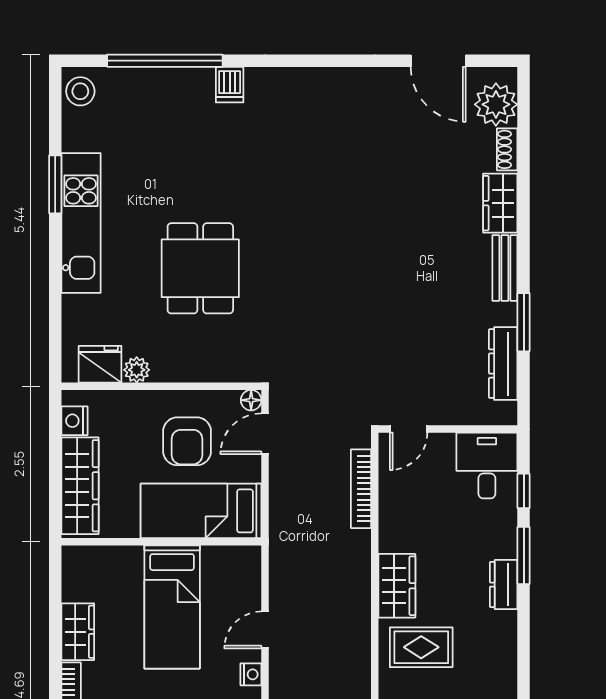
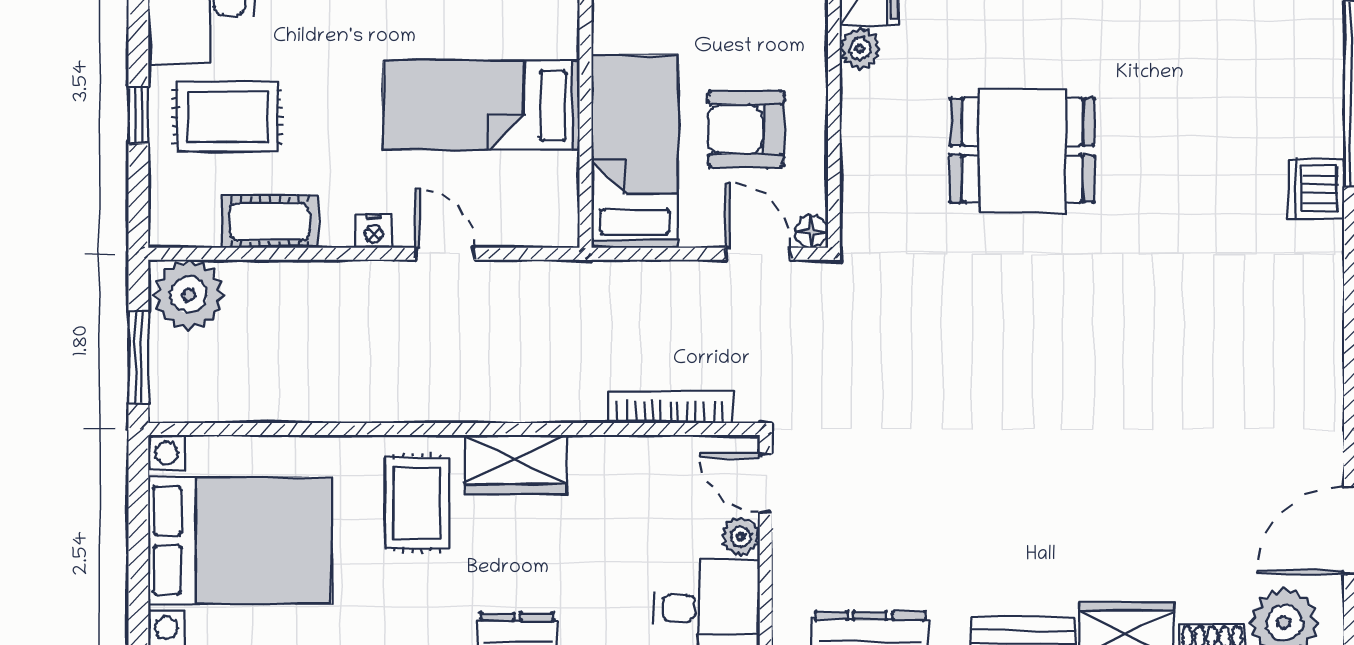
dishwasher: (230, 85) -> (1316, 189), width x1.38
plant: (442, 444) -> (741, 537), added

